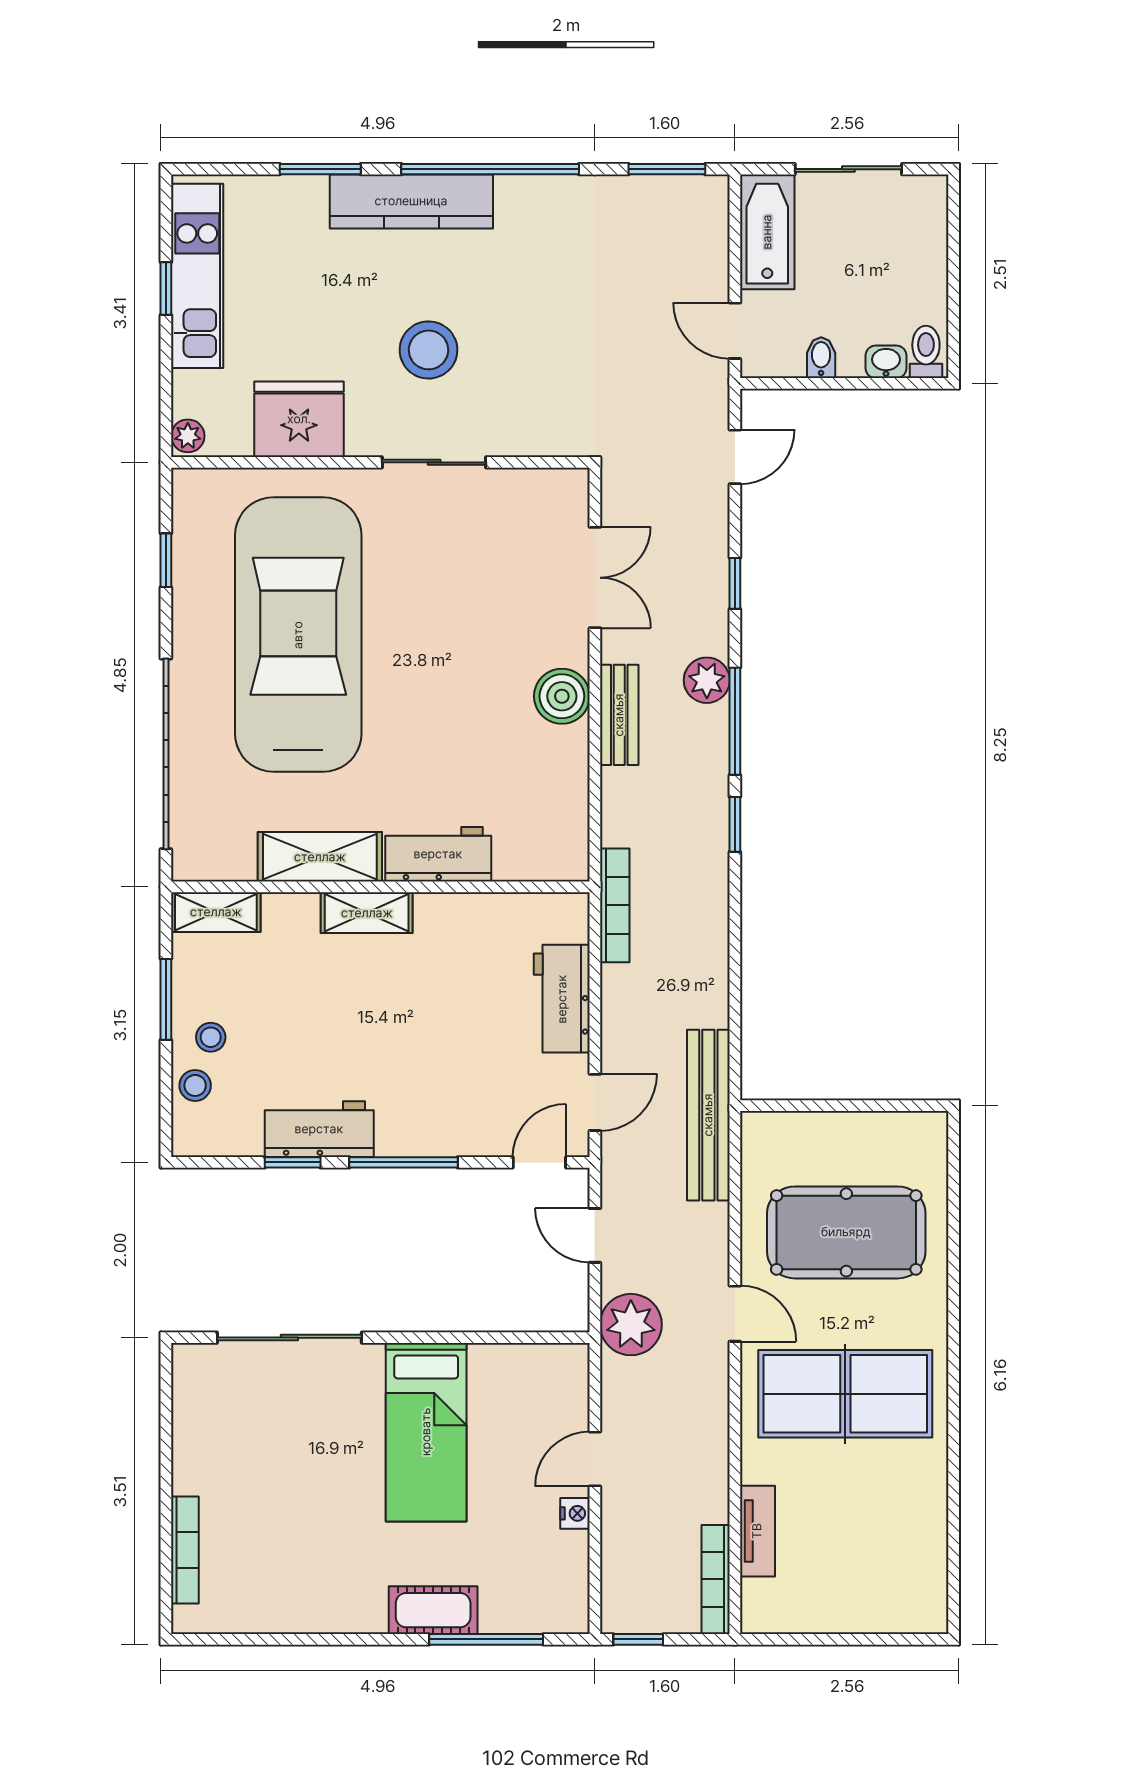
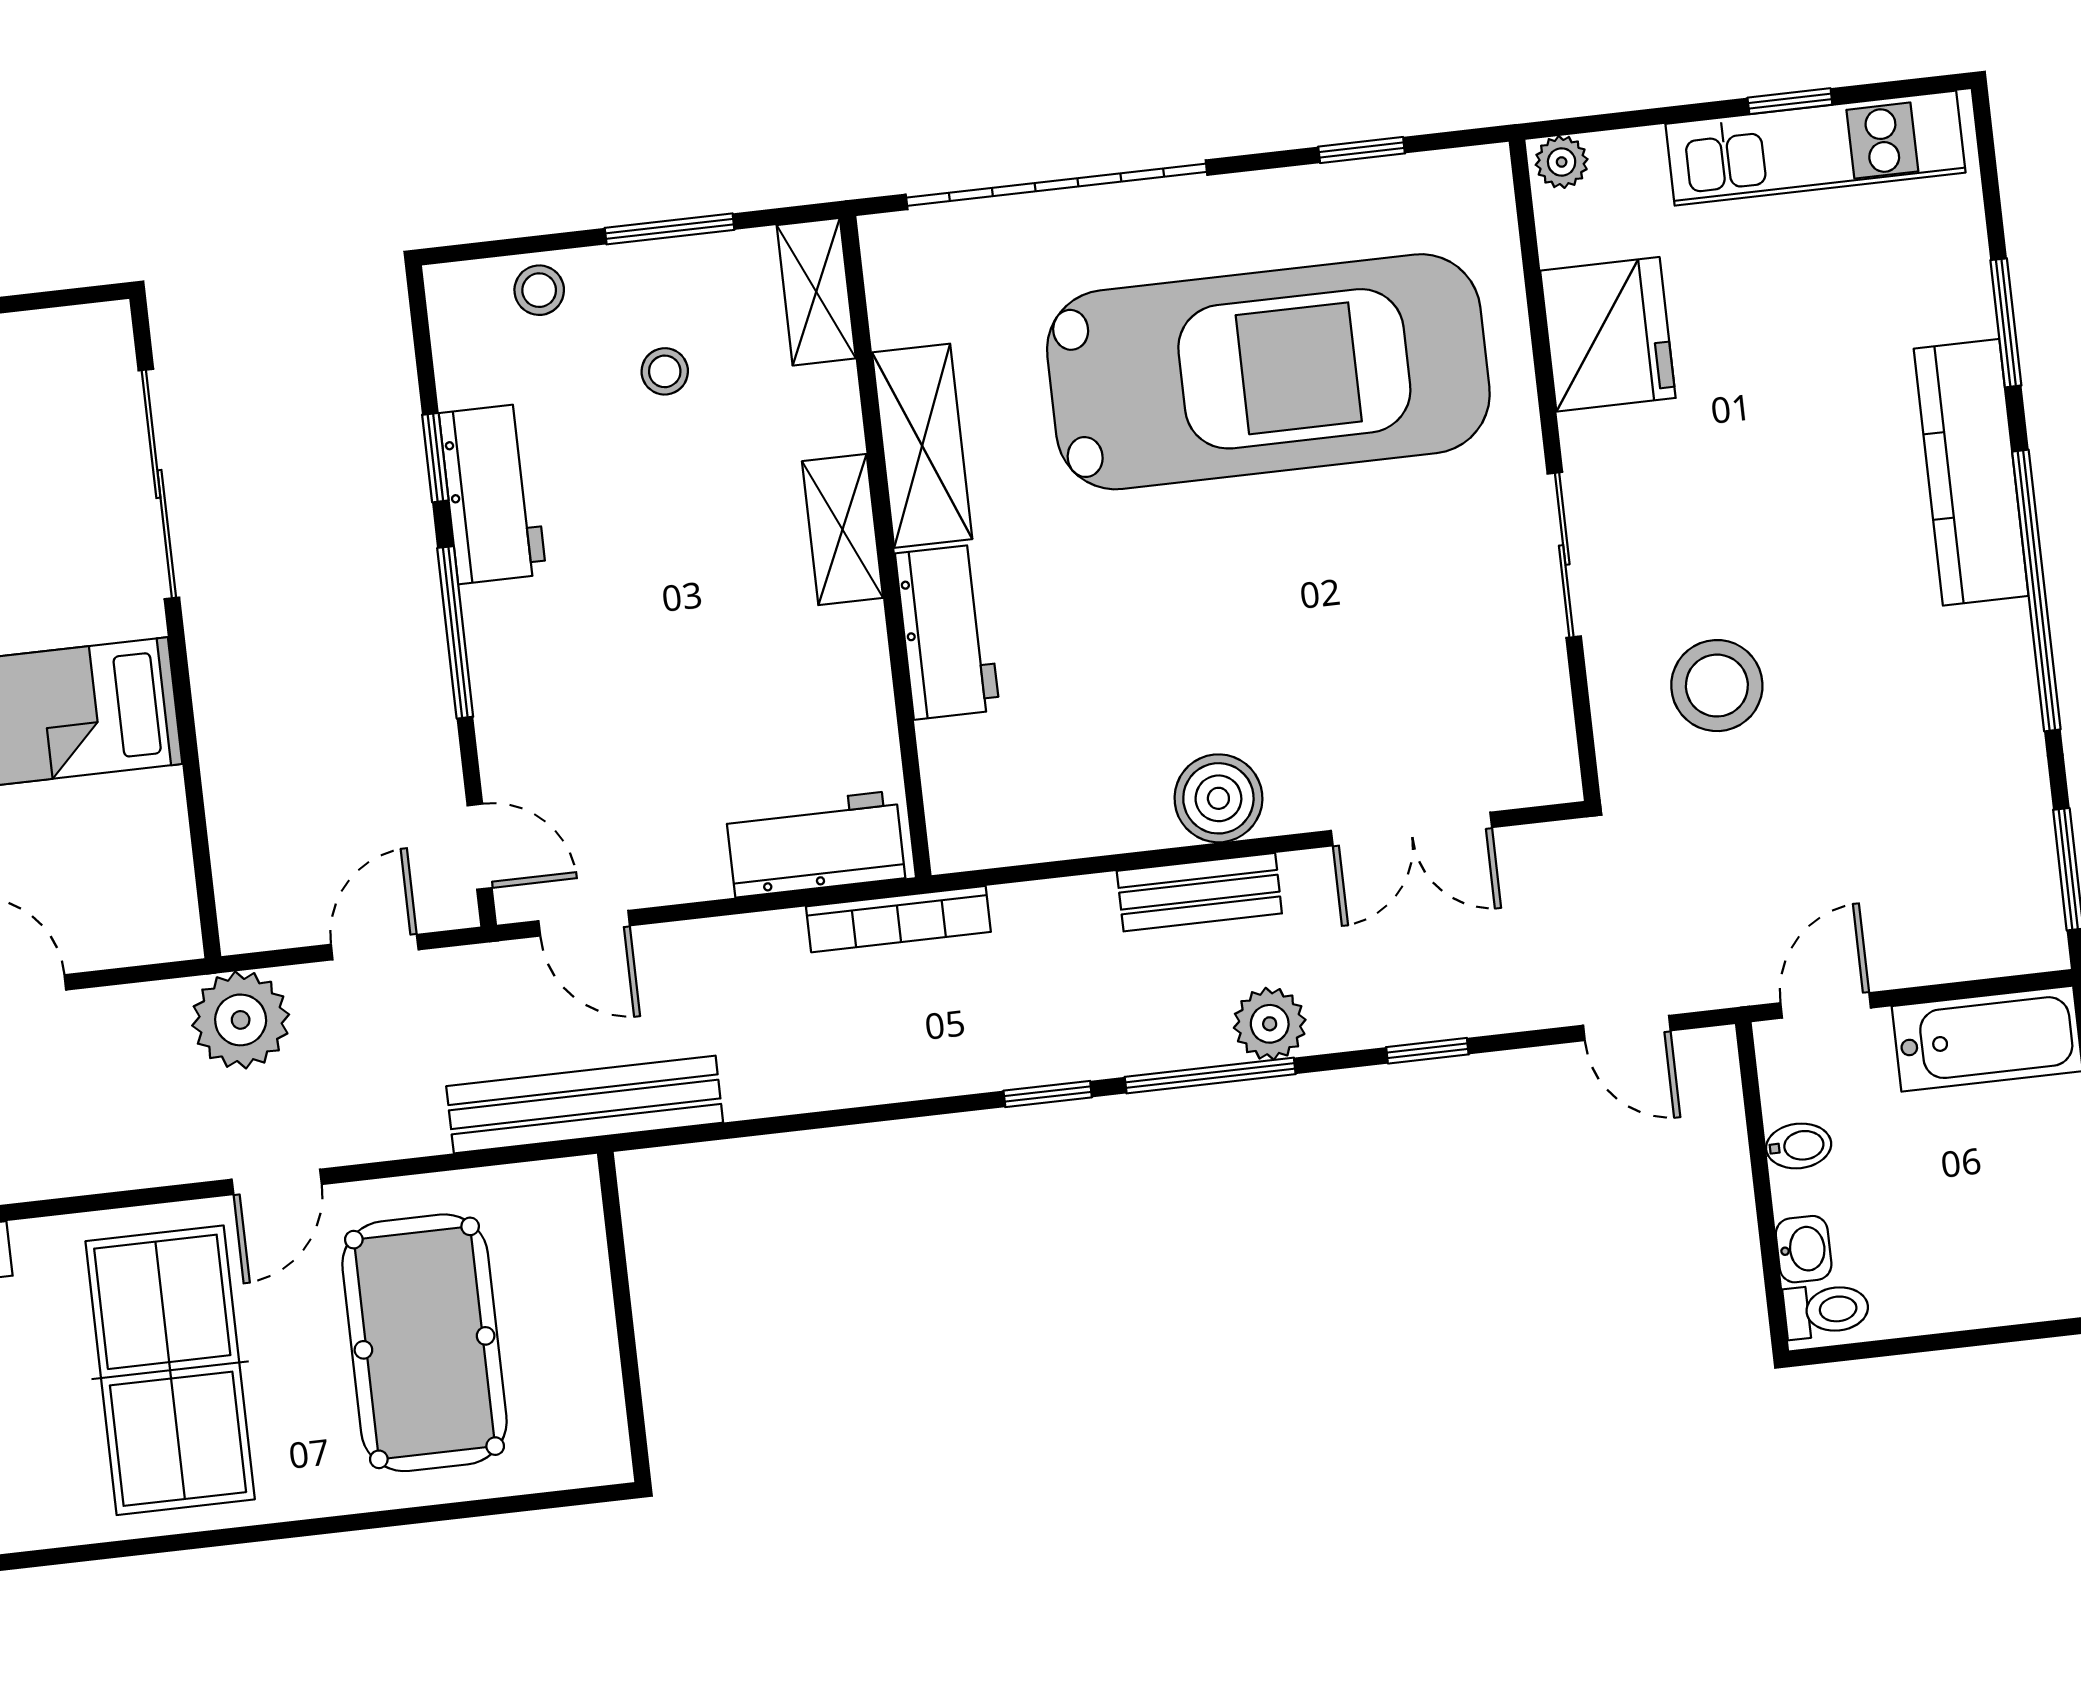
stool: (429, 350) -> (1717, 686), moved
workbench: (562, 999) -> (815, 844), moved
stool: (211, 1037) -> (665, 371), moved

